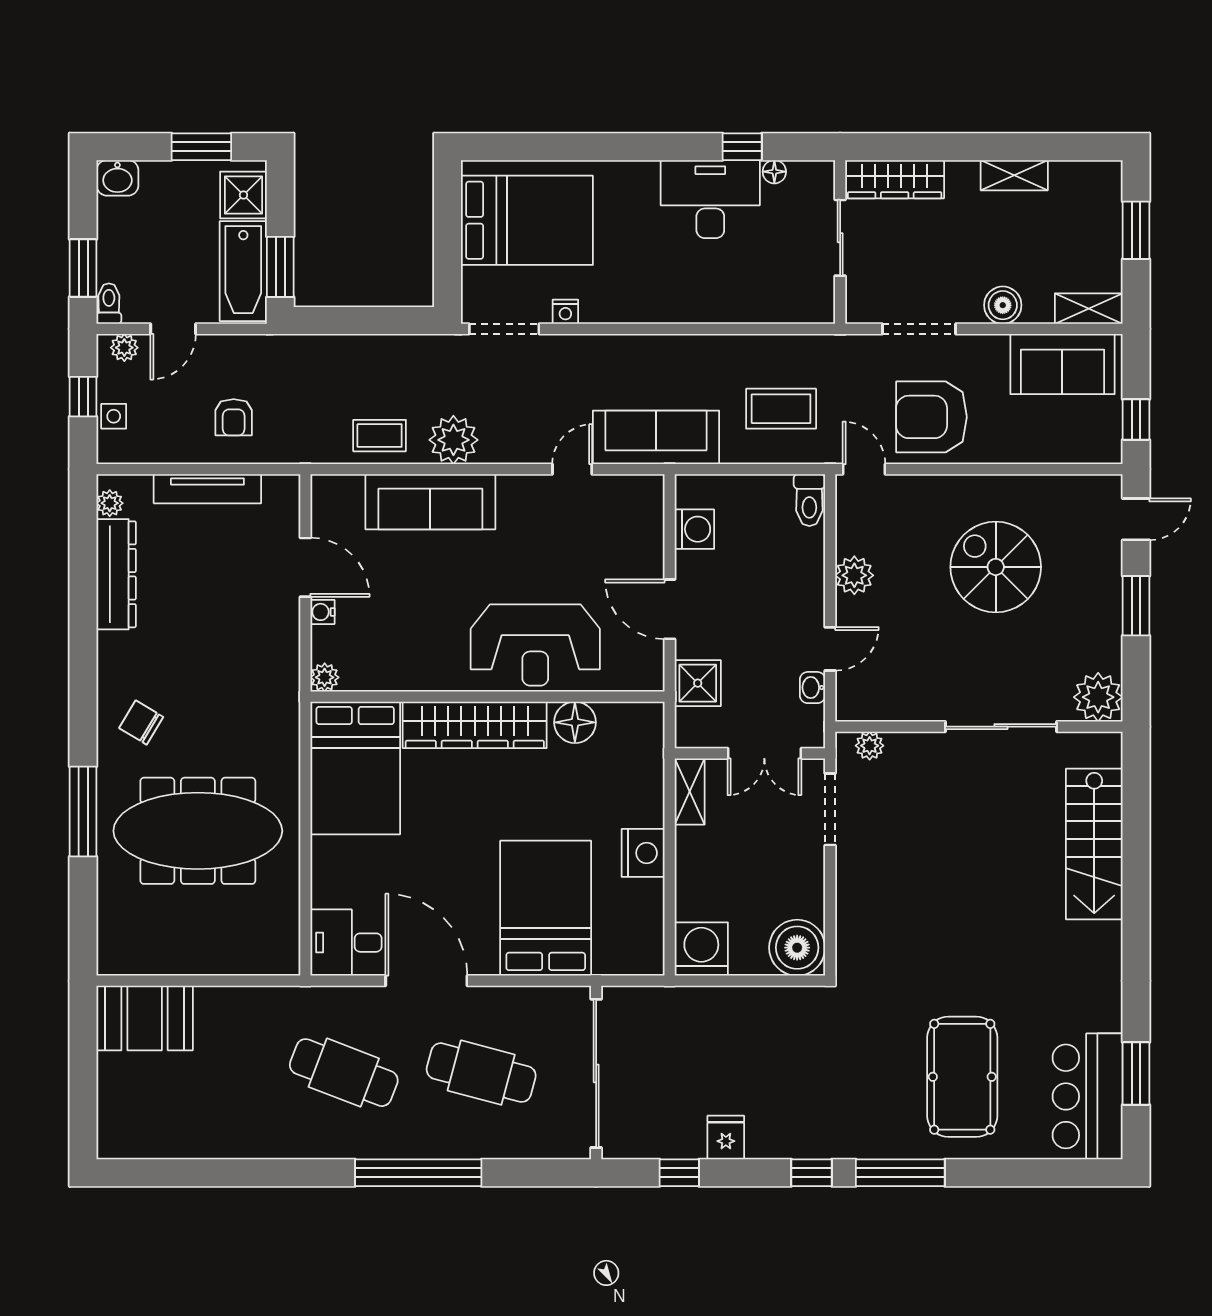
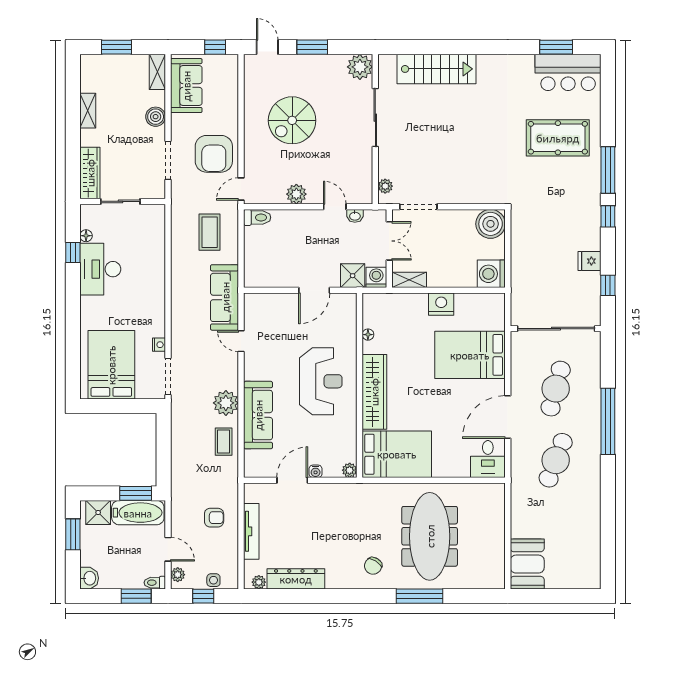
washing machine: (694, 529) -> (376, 277), moved
reception desk: (535, 645) -> (321, 381), moved
floor lamp: (575, 722) -> (368, 335), width x0.53, depth x0.53

